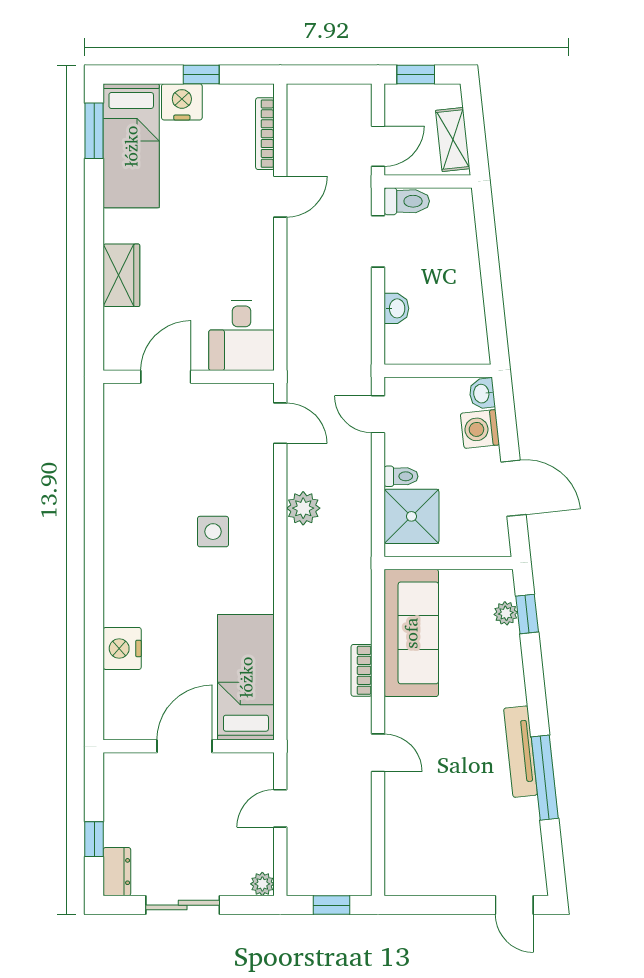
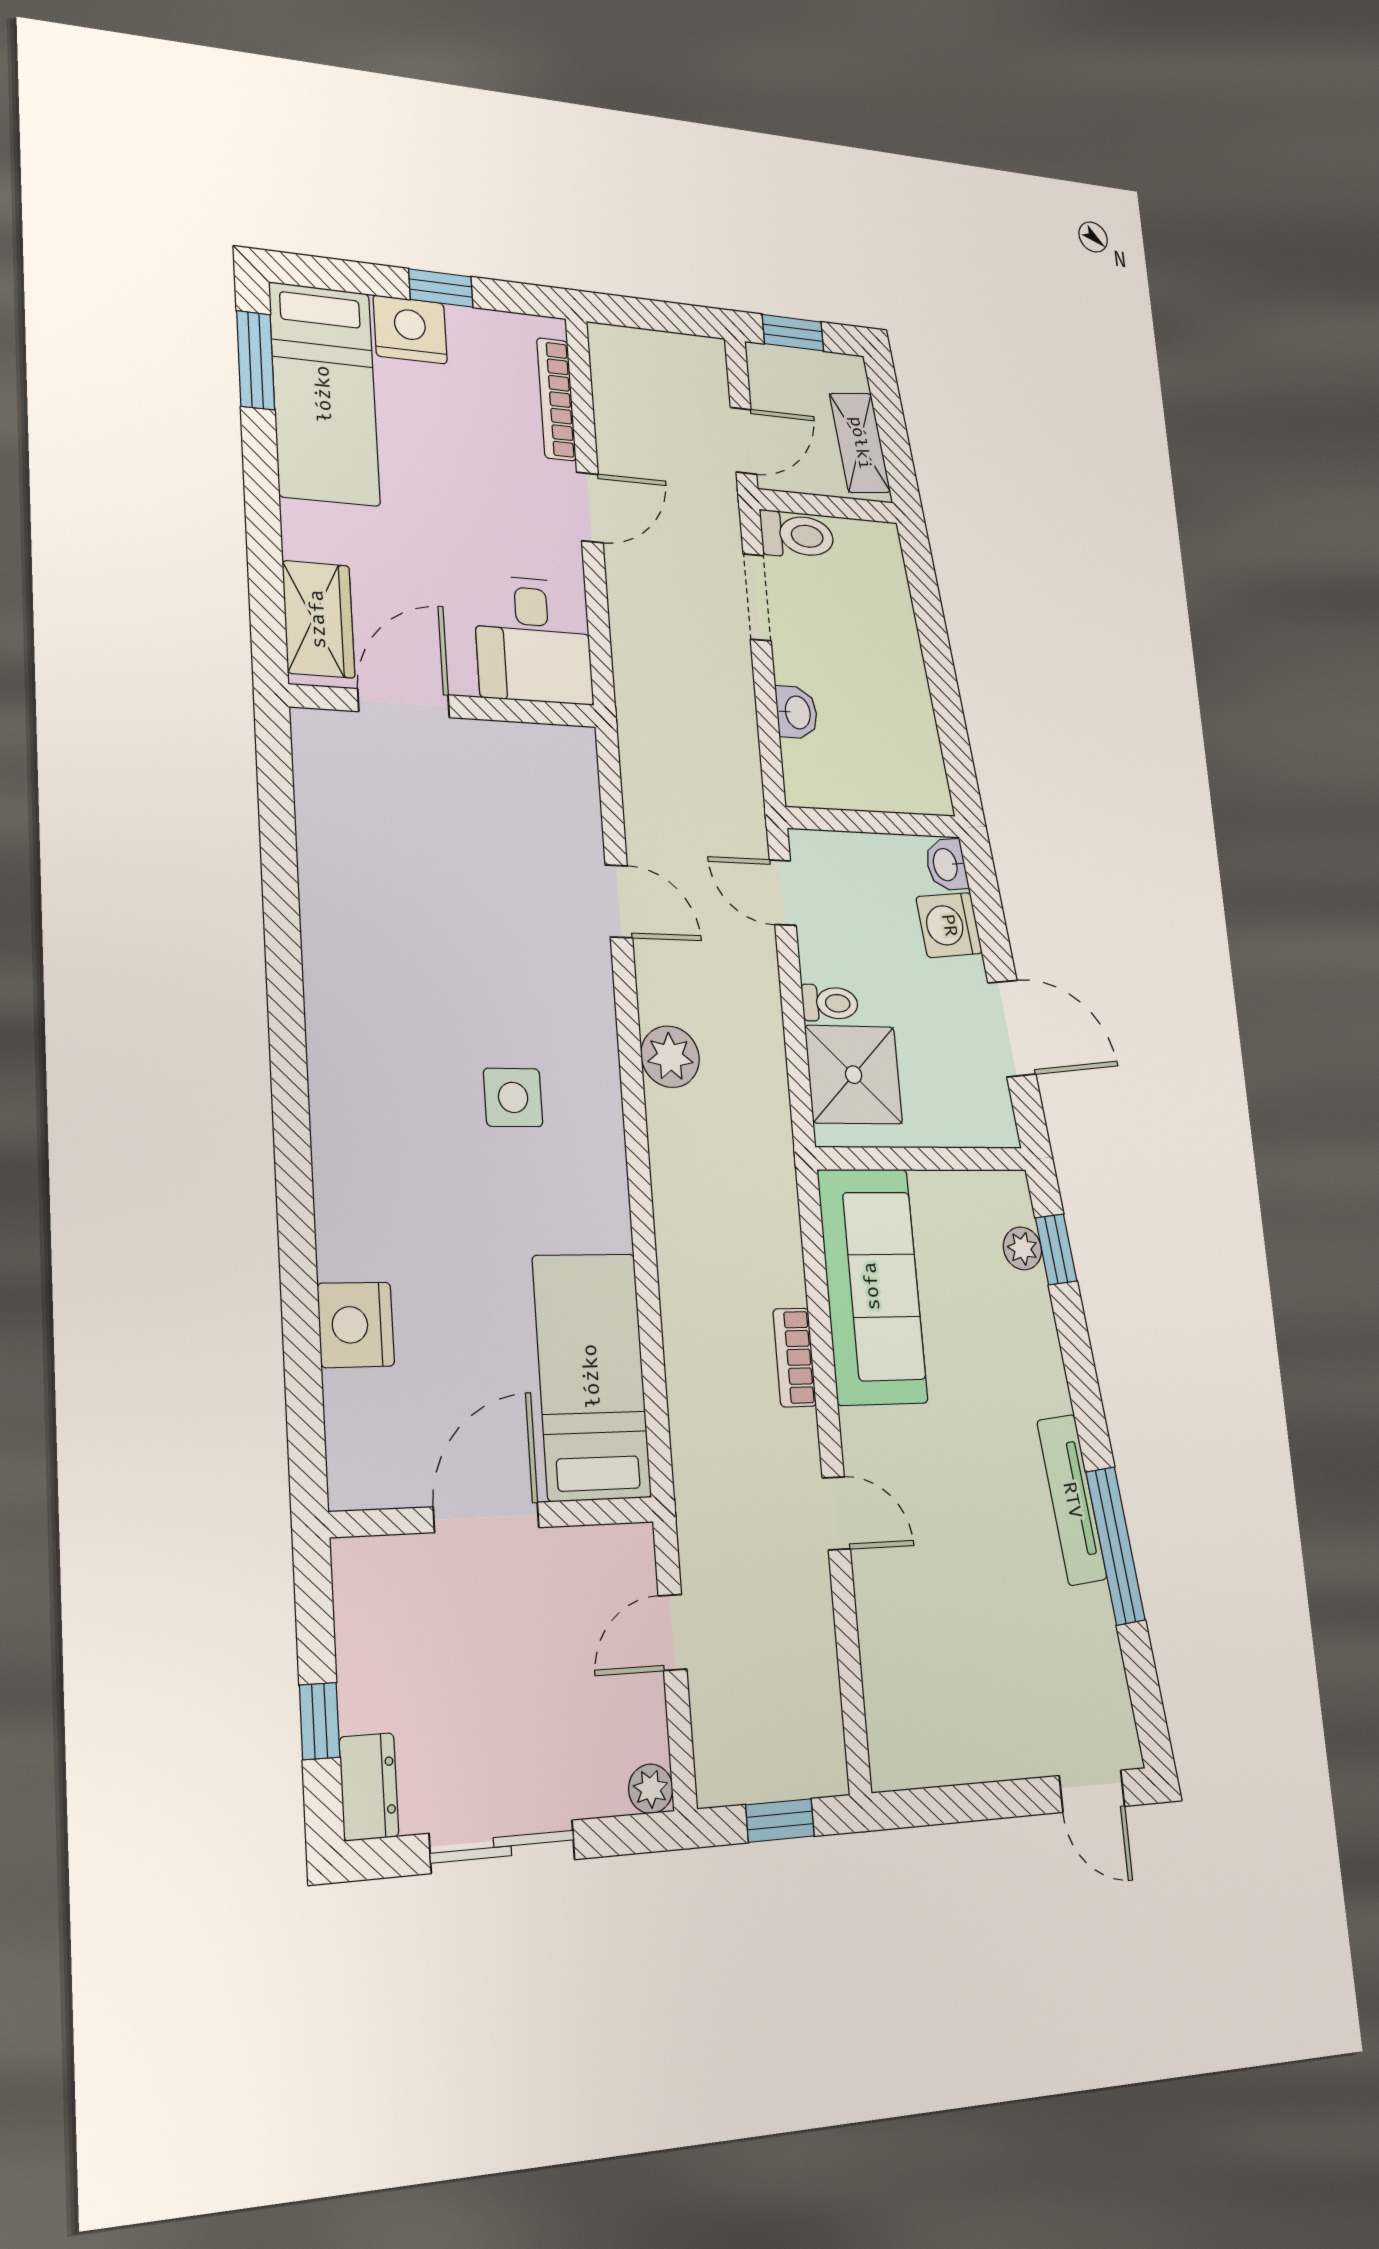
desk: (241, 335) -> (533, 640), moved
door: (166, 377) -> (404, 703), moved
wall: (189, 377) -> (445, 706), moved

